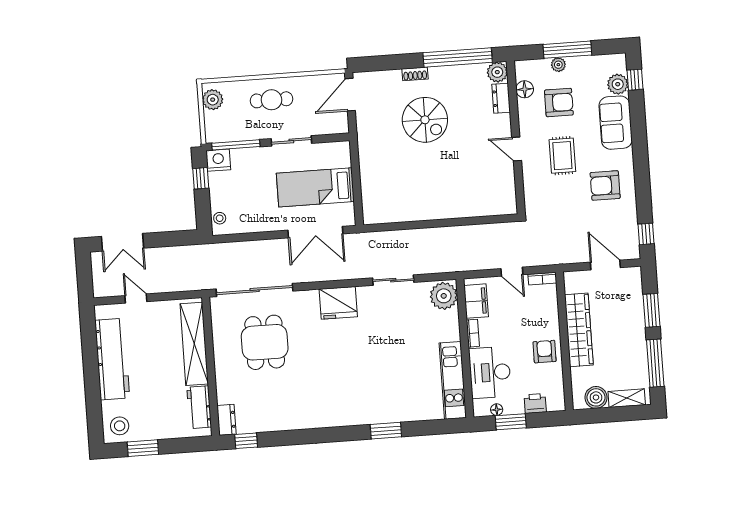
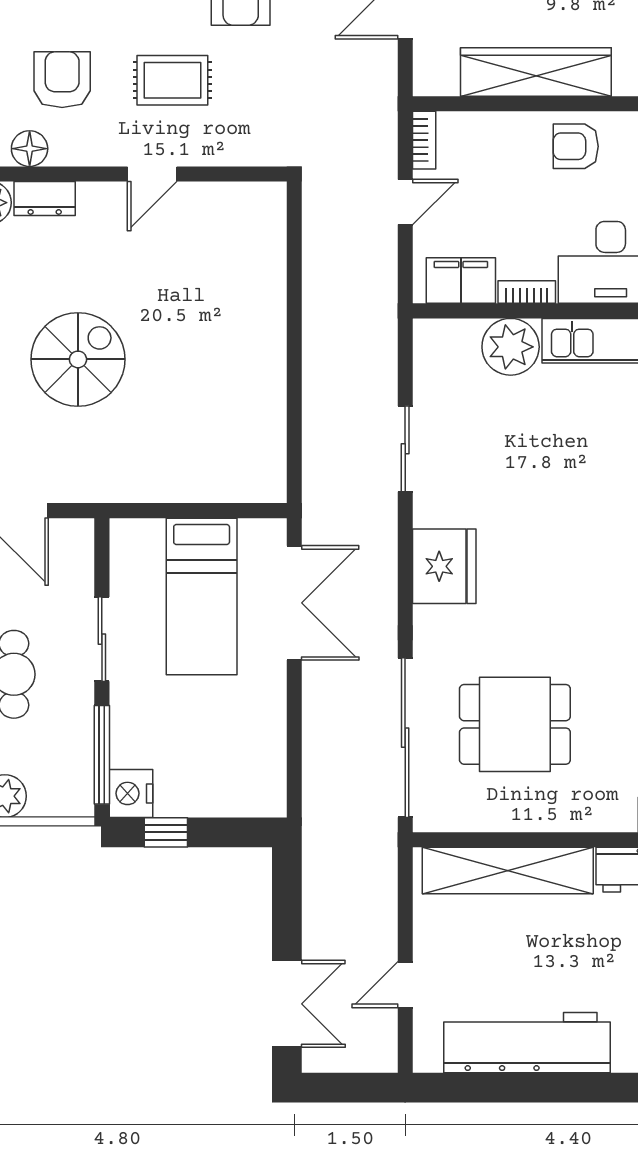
stool: (220, 218) -> (251, 799), removed
plant: (444, 296) -> (511, 347), moved

